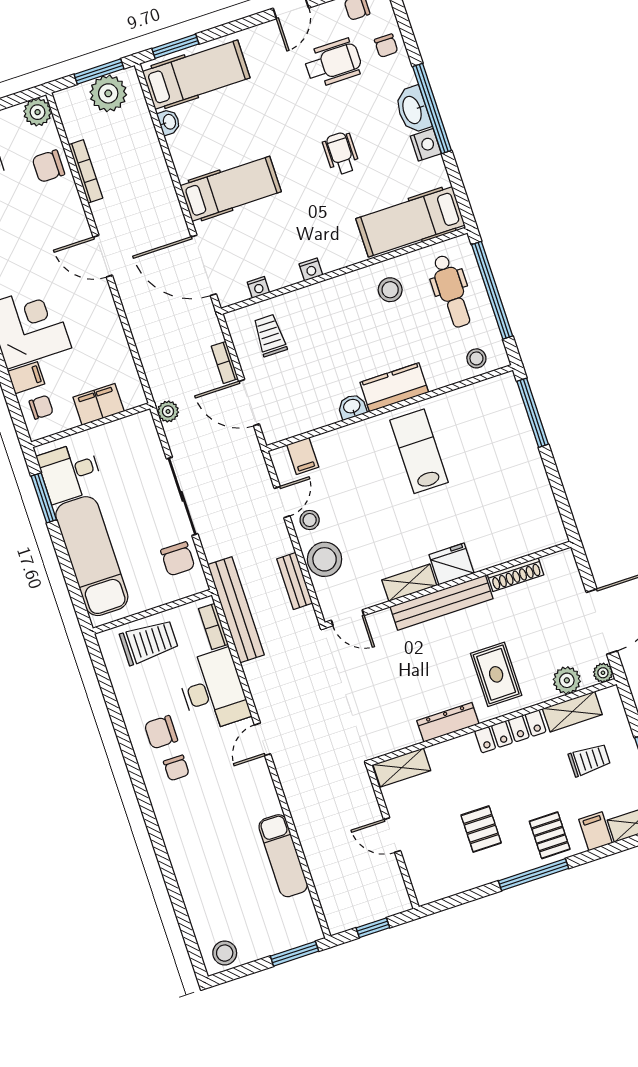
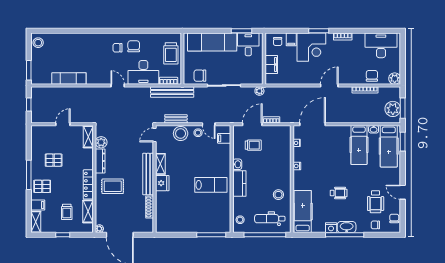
hospital bed: (231, 189) -> (359, 145), moved
trolley: (270, 335) -> (253, 145), moved
plant: (567, 680) -> (101, 142), moved

